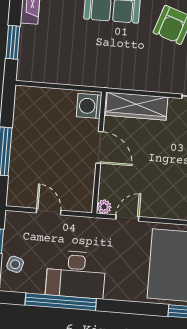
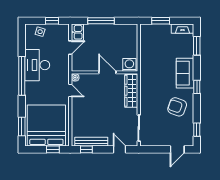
door: (100, 147) -> (107, 72), swing flipped
kitchen sink: (22, 196) -> (77, 32), added
window: (61, 302) -> (22, 76), moved

